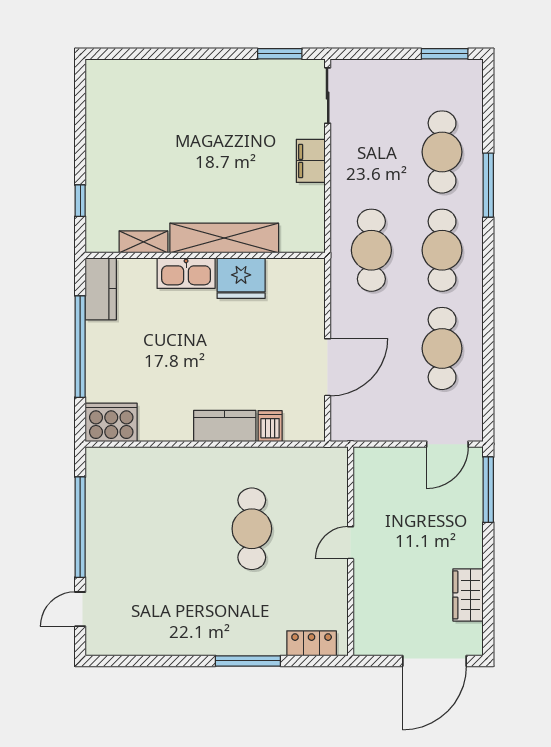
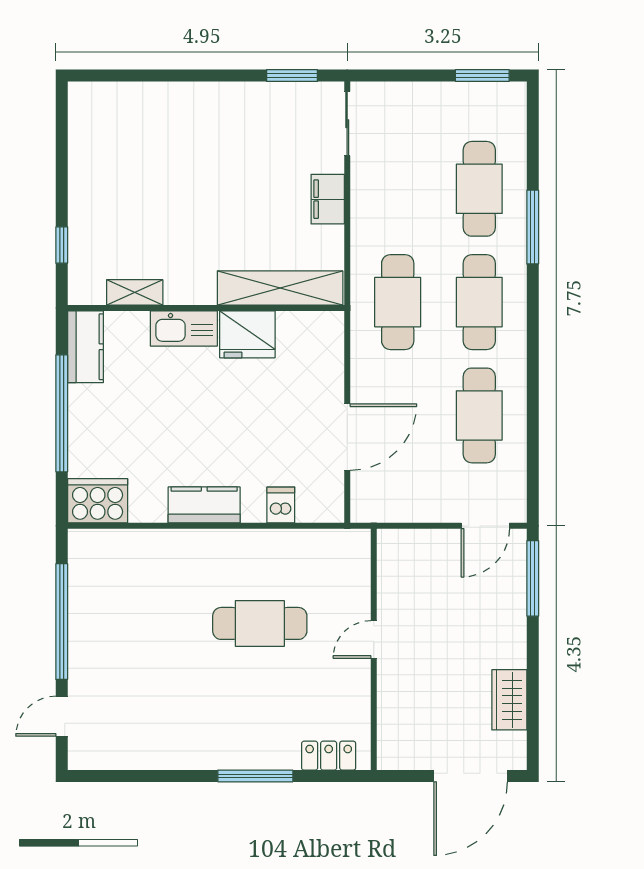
shelving: (224, 238) -> (280, 288), moved
kitchen counter: (225, 426) -> (204, 505), moved
cafe table: (252, 529) -> (260, 623), turned 90

